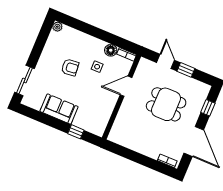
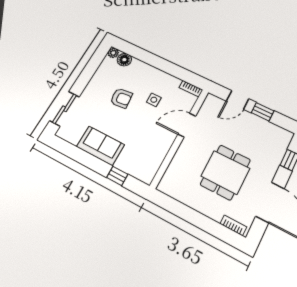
floor lamp: (111, 50) -> (124, 60), moved
door: (165, 61) -> (238, 100), swing flipped
dining table: (166, 104) -> (225, 172), moved, turned 90

